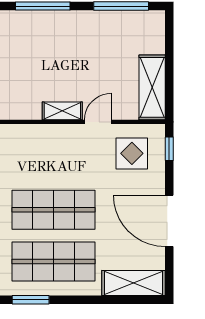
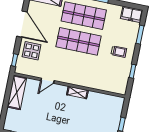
shelving: (62, 111) -> (77, 92), moved
display table: (132, 153) -> (32, 51), moved

